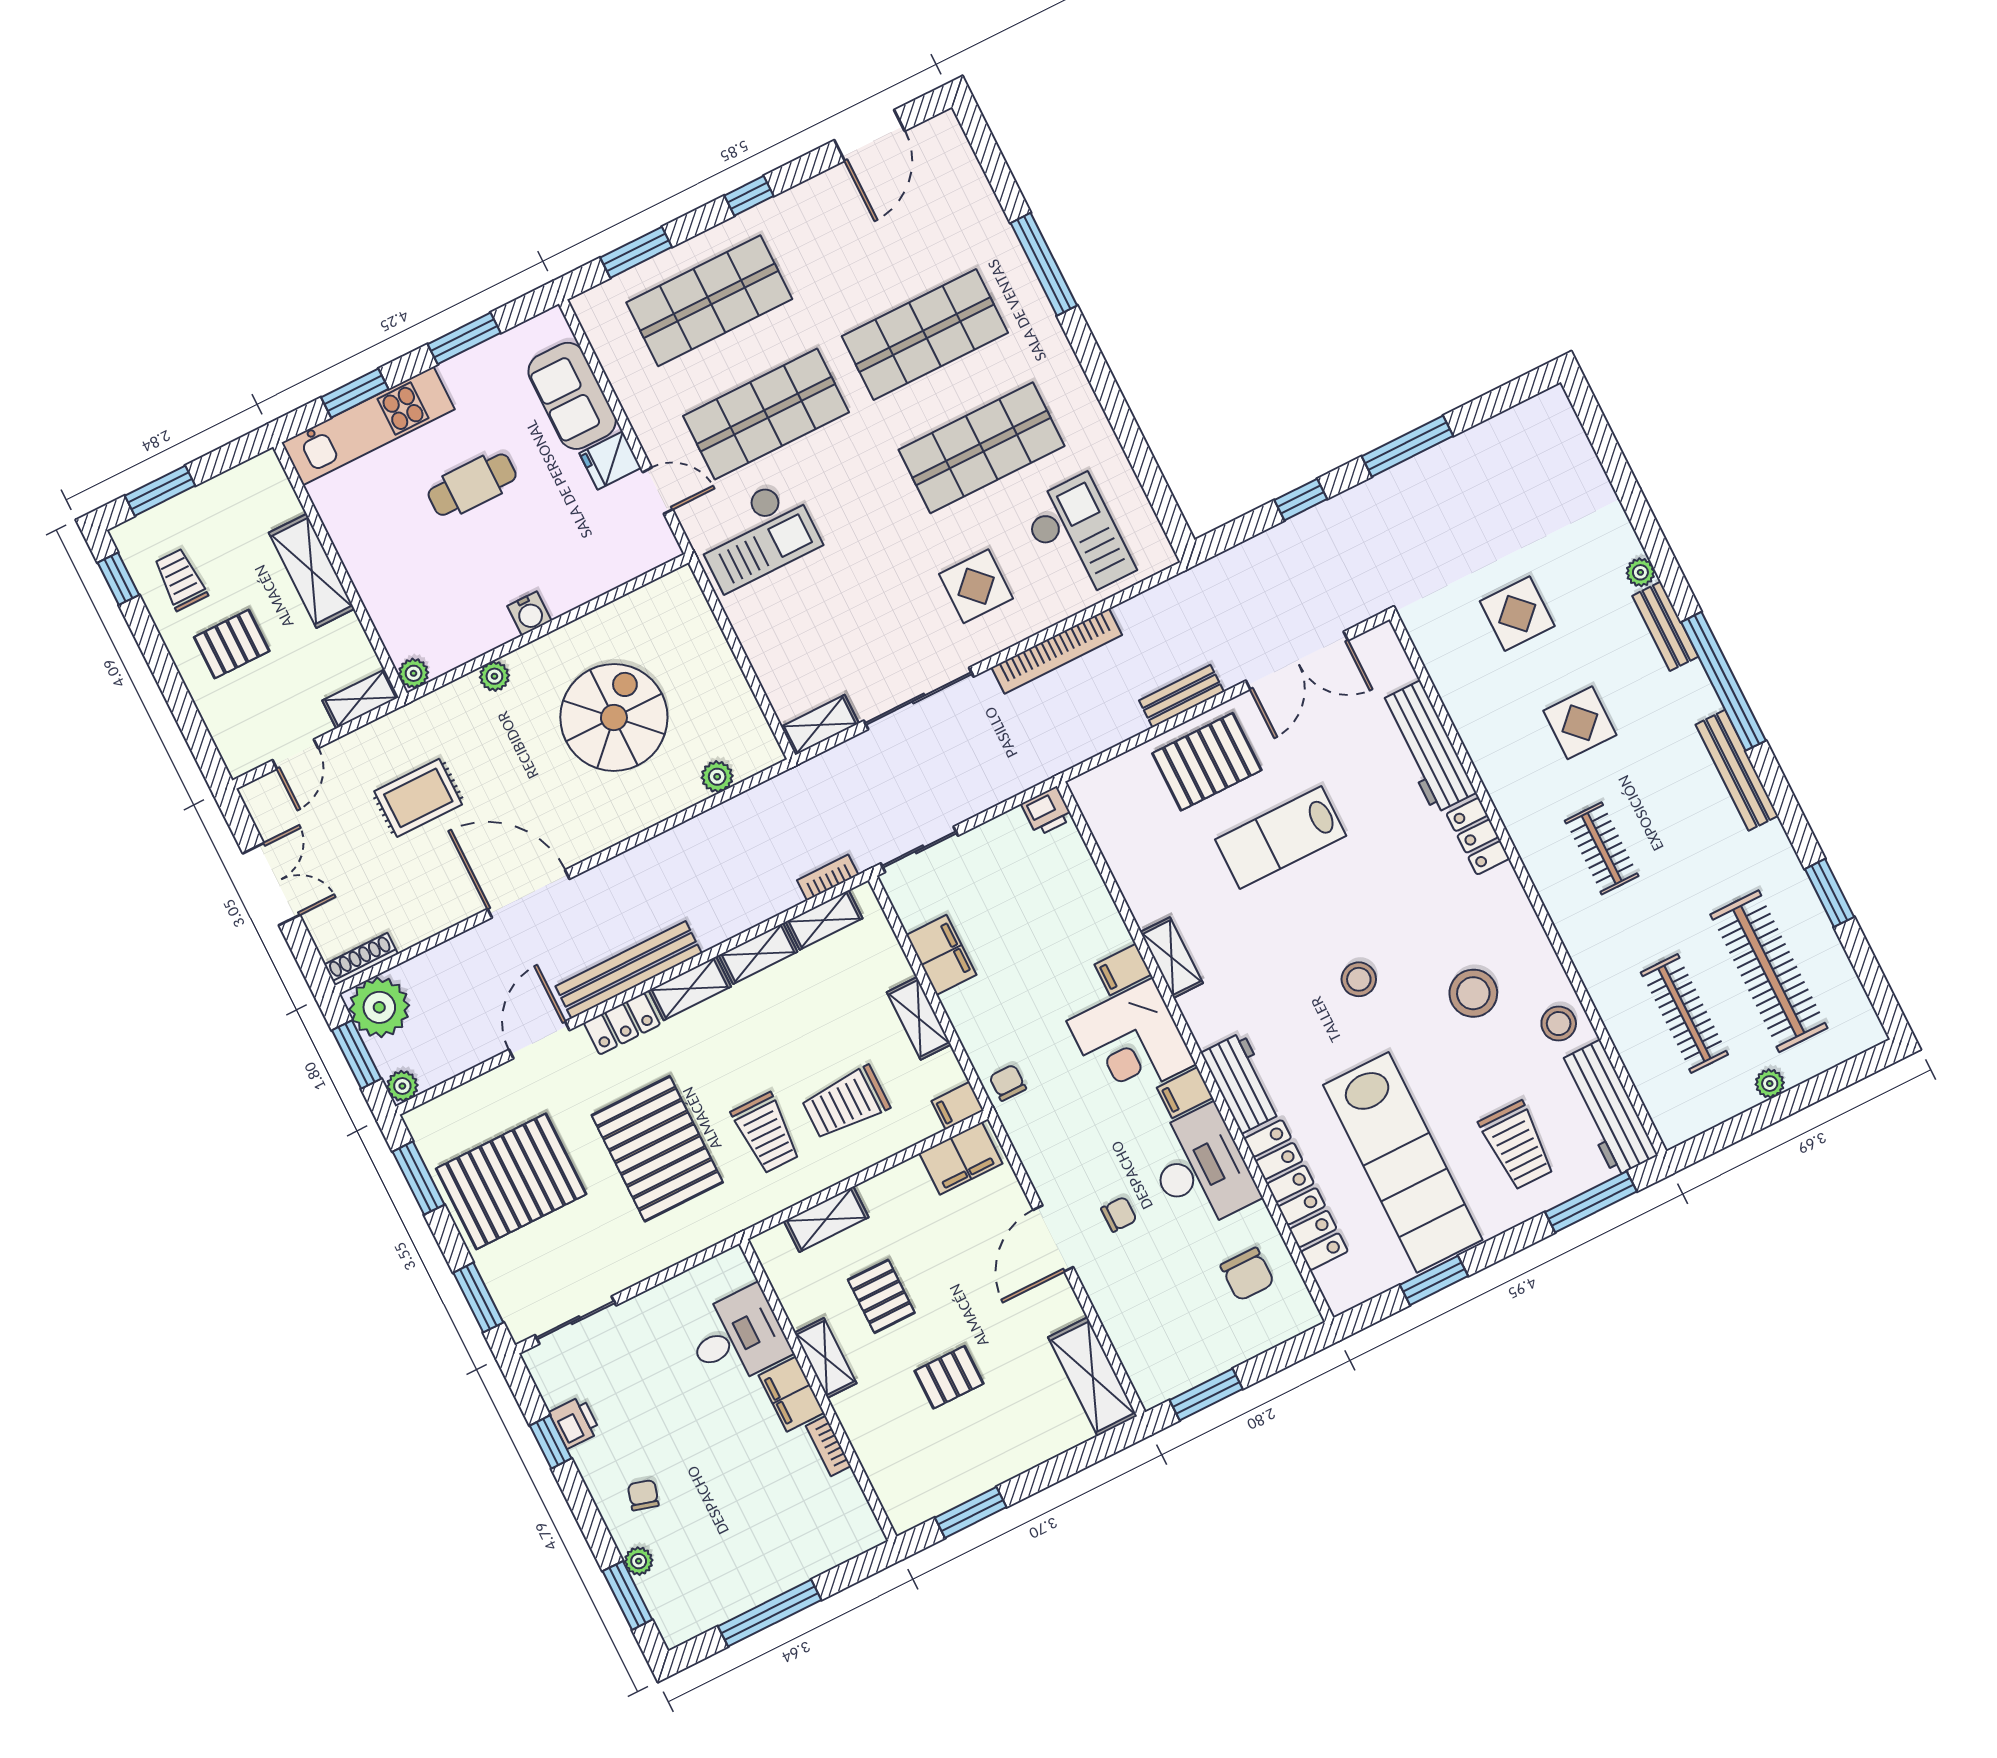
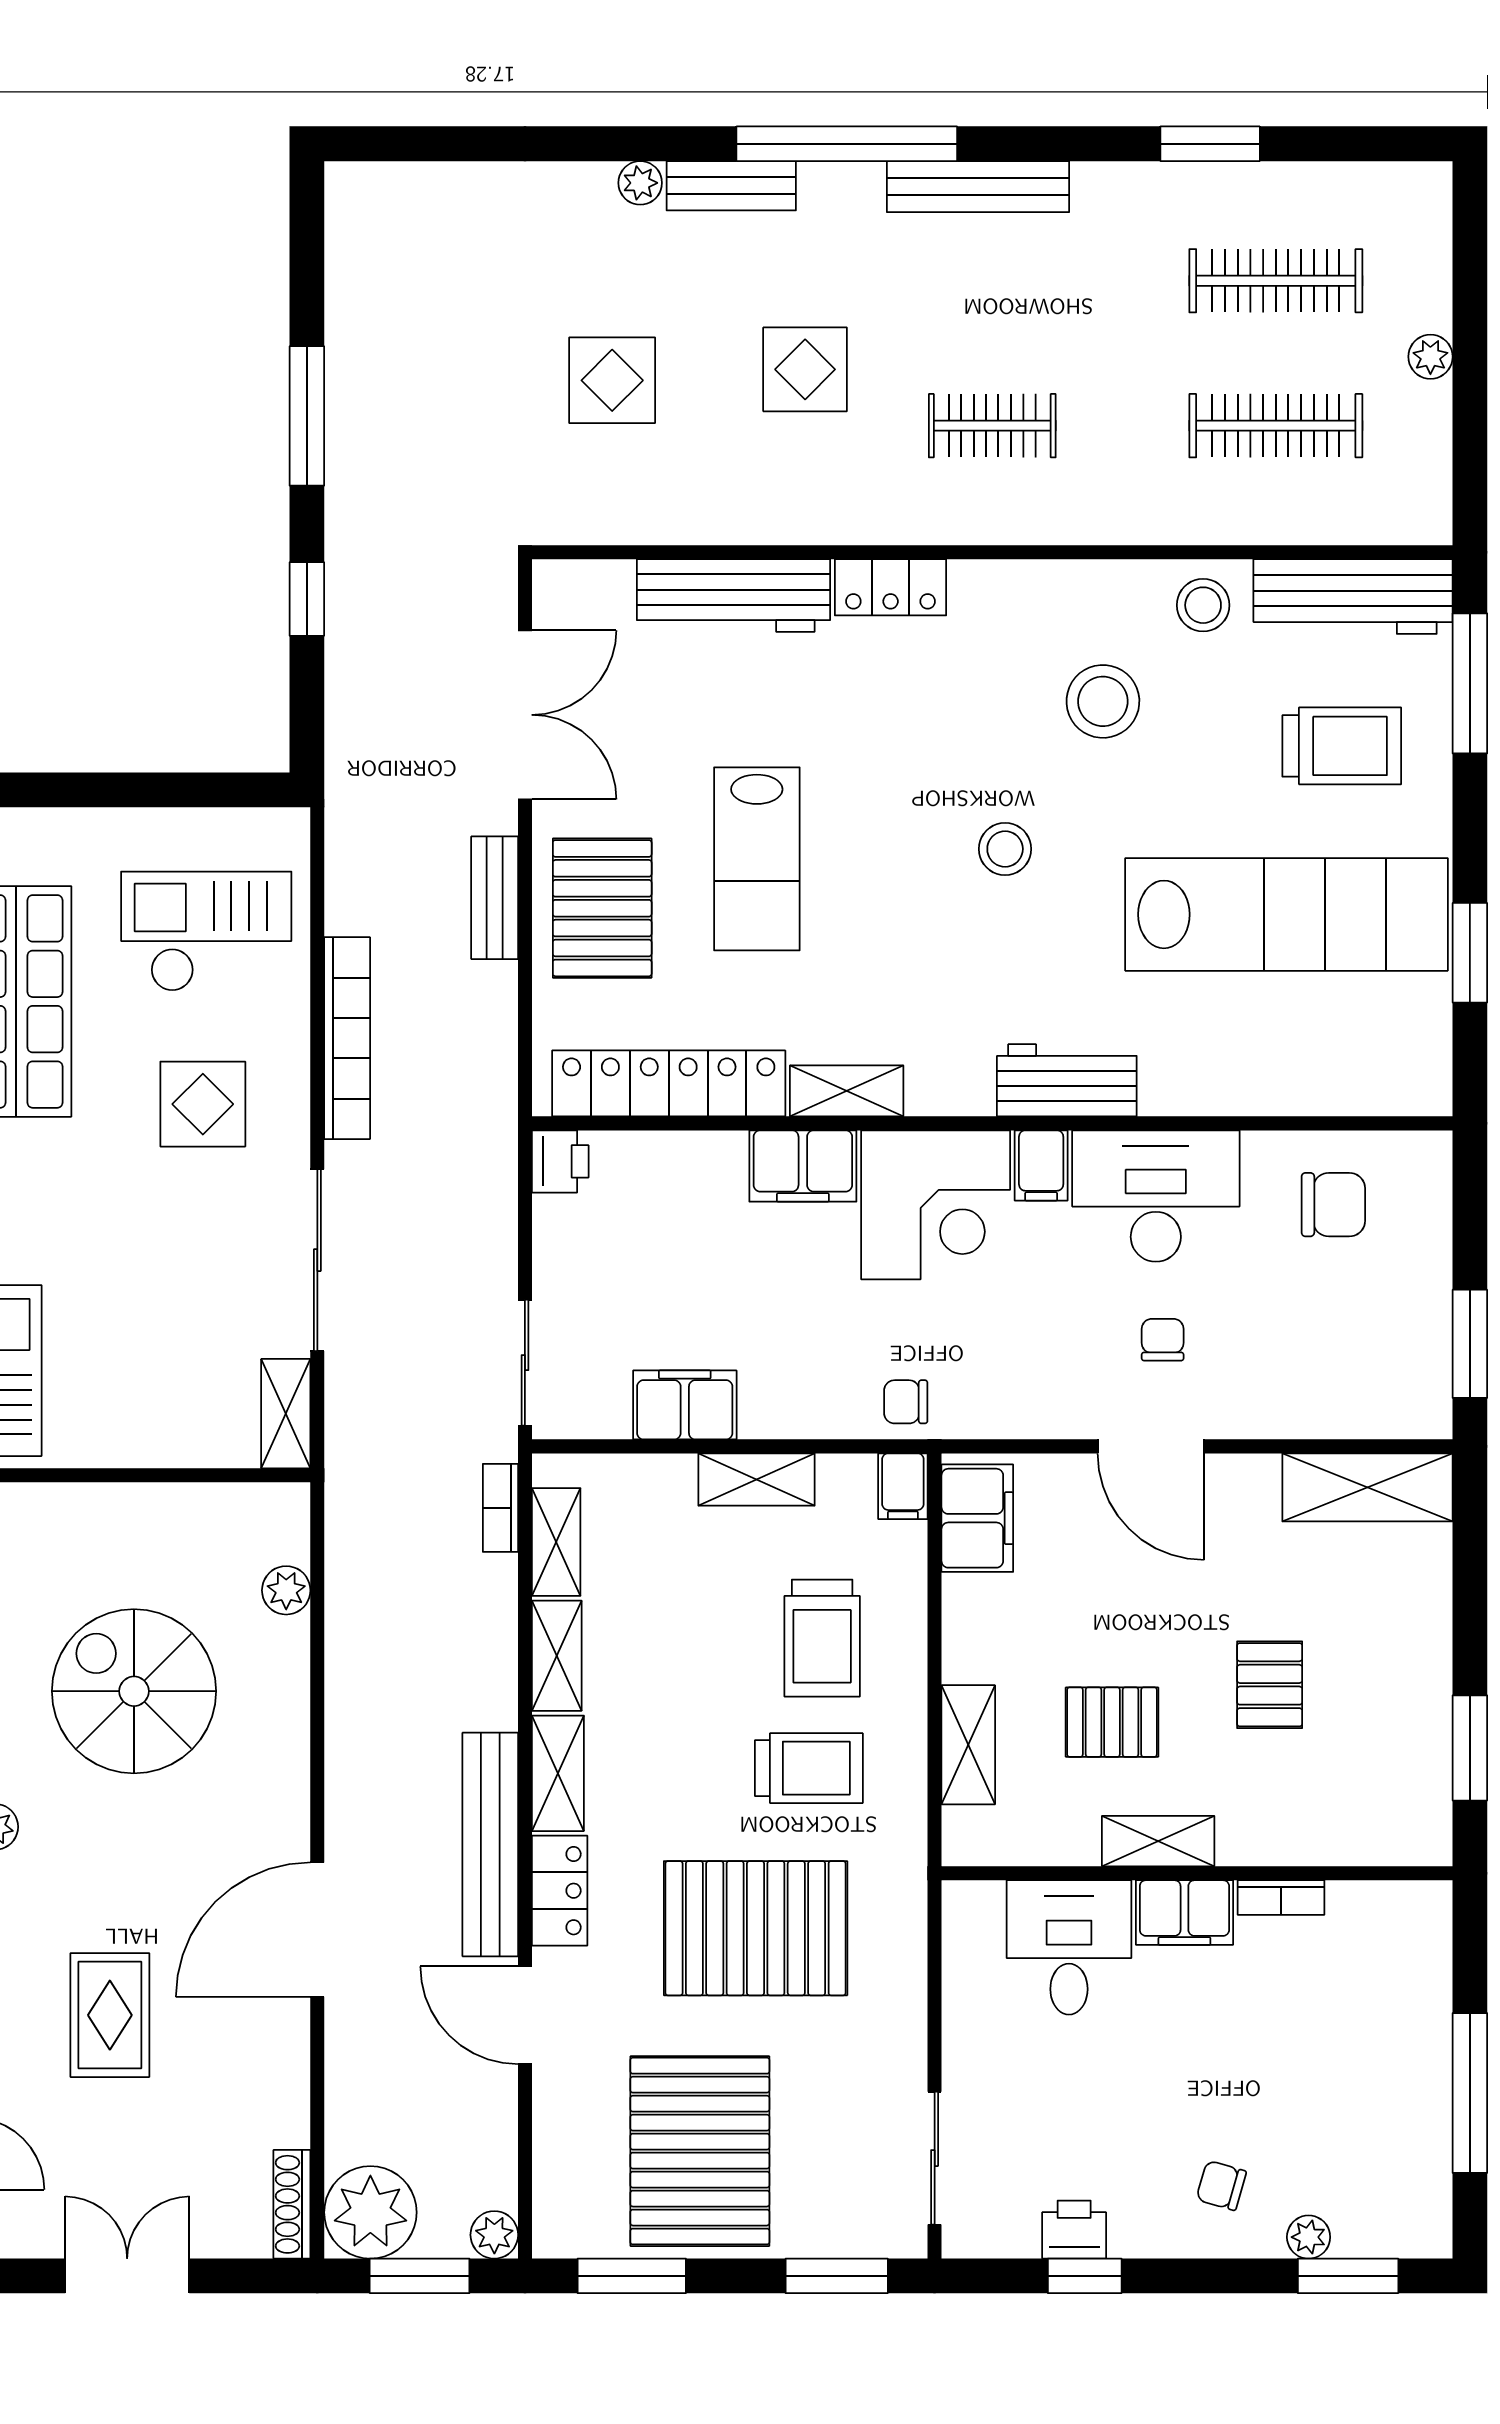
filing cabinet: (1123, 970) -> (803, 1166), width x2.00
clothes rail: (1769, 971) -> (1276, 281), width x0.73, depth x0.76
locker: (1296, 1195) -> (669, 1083), moved

